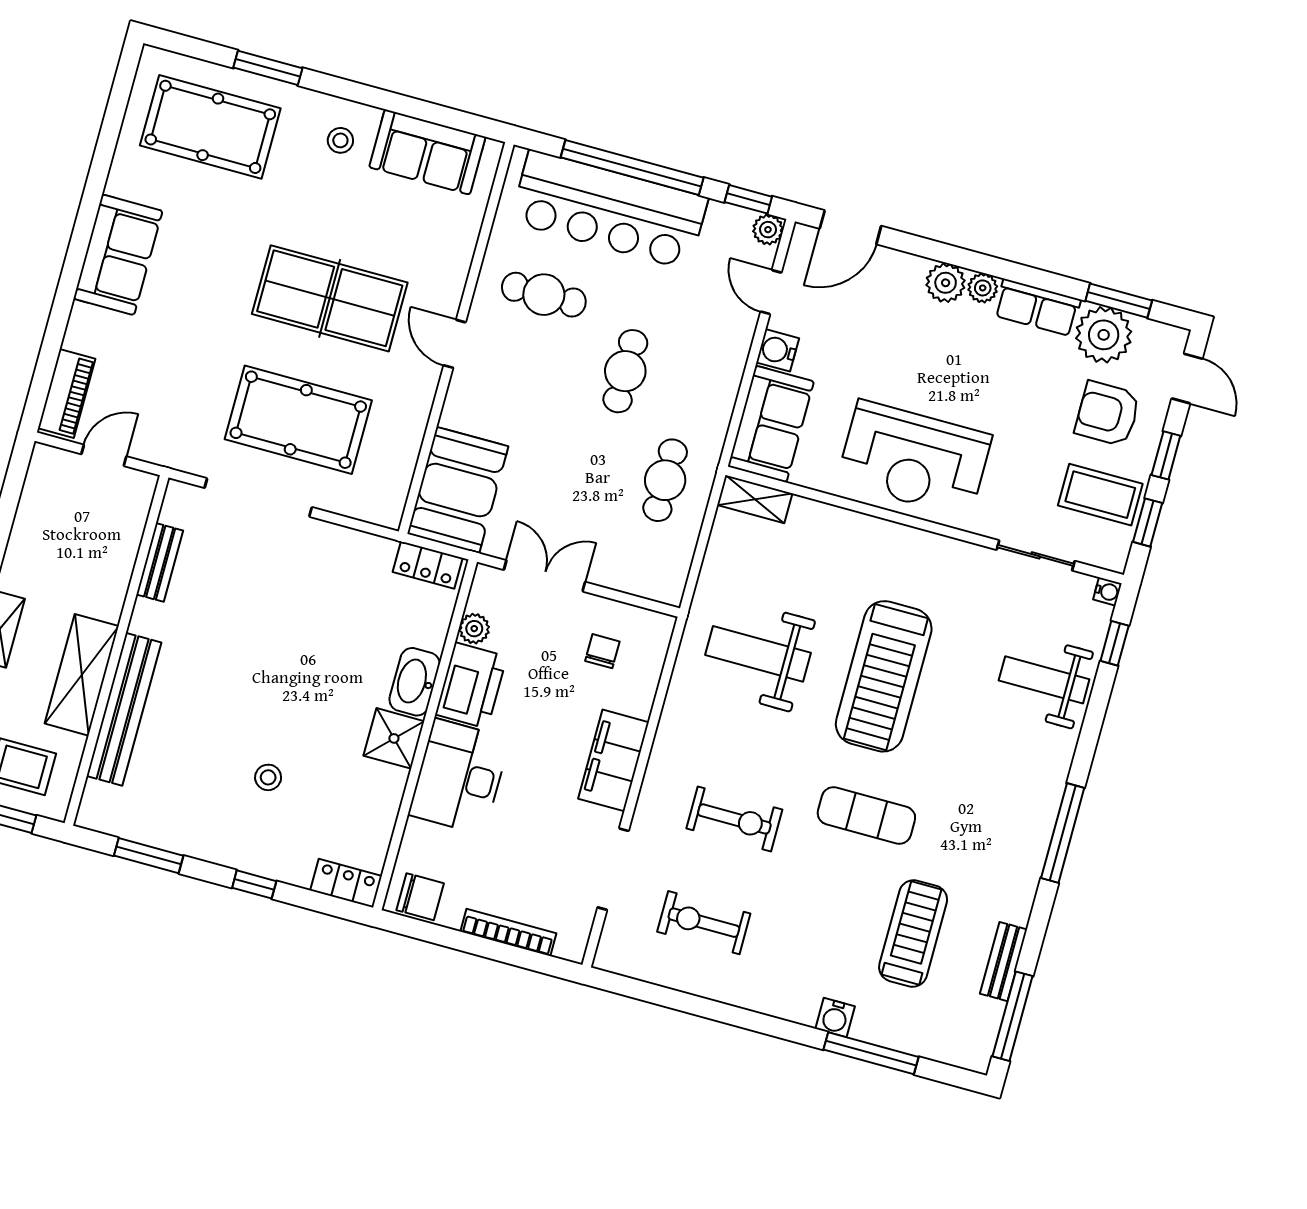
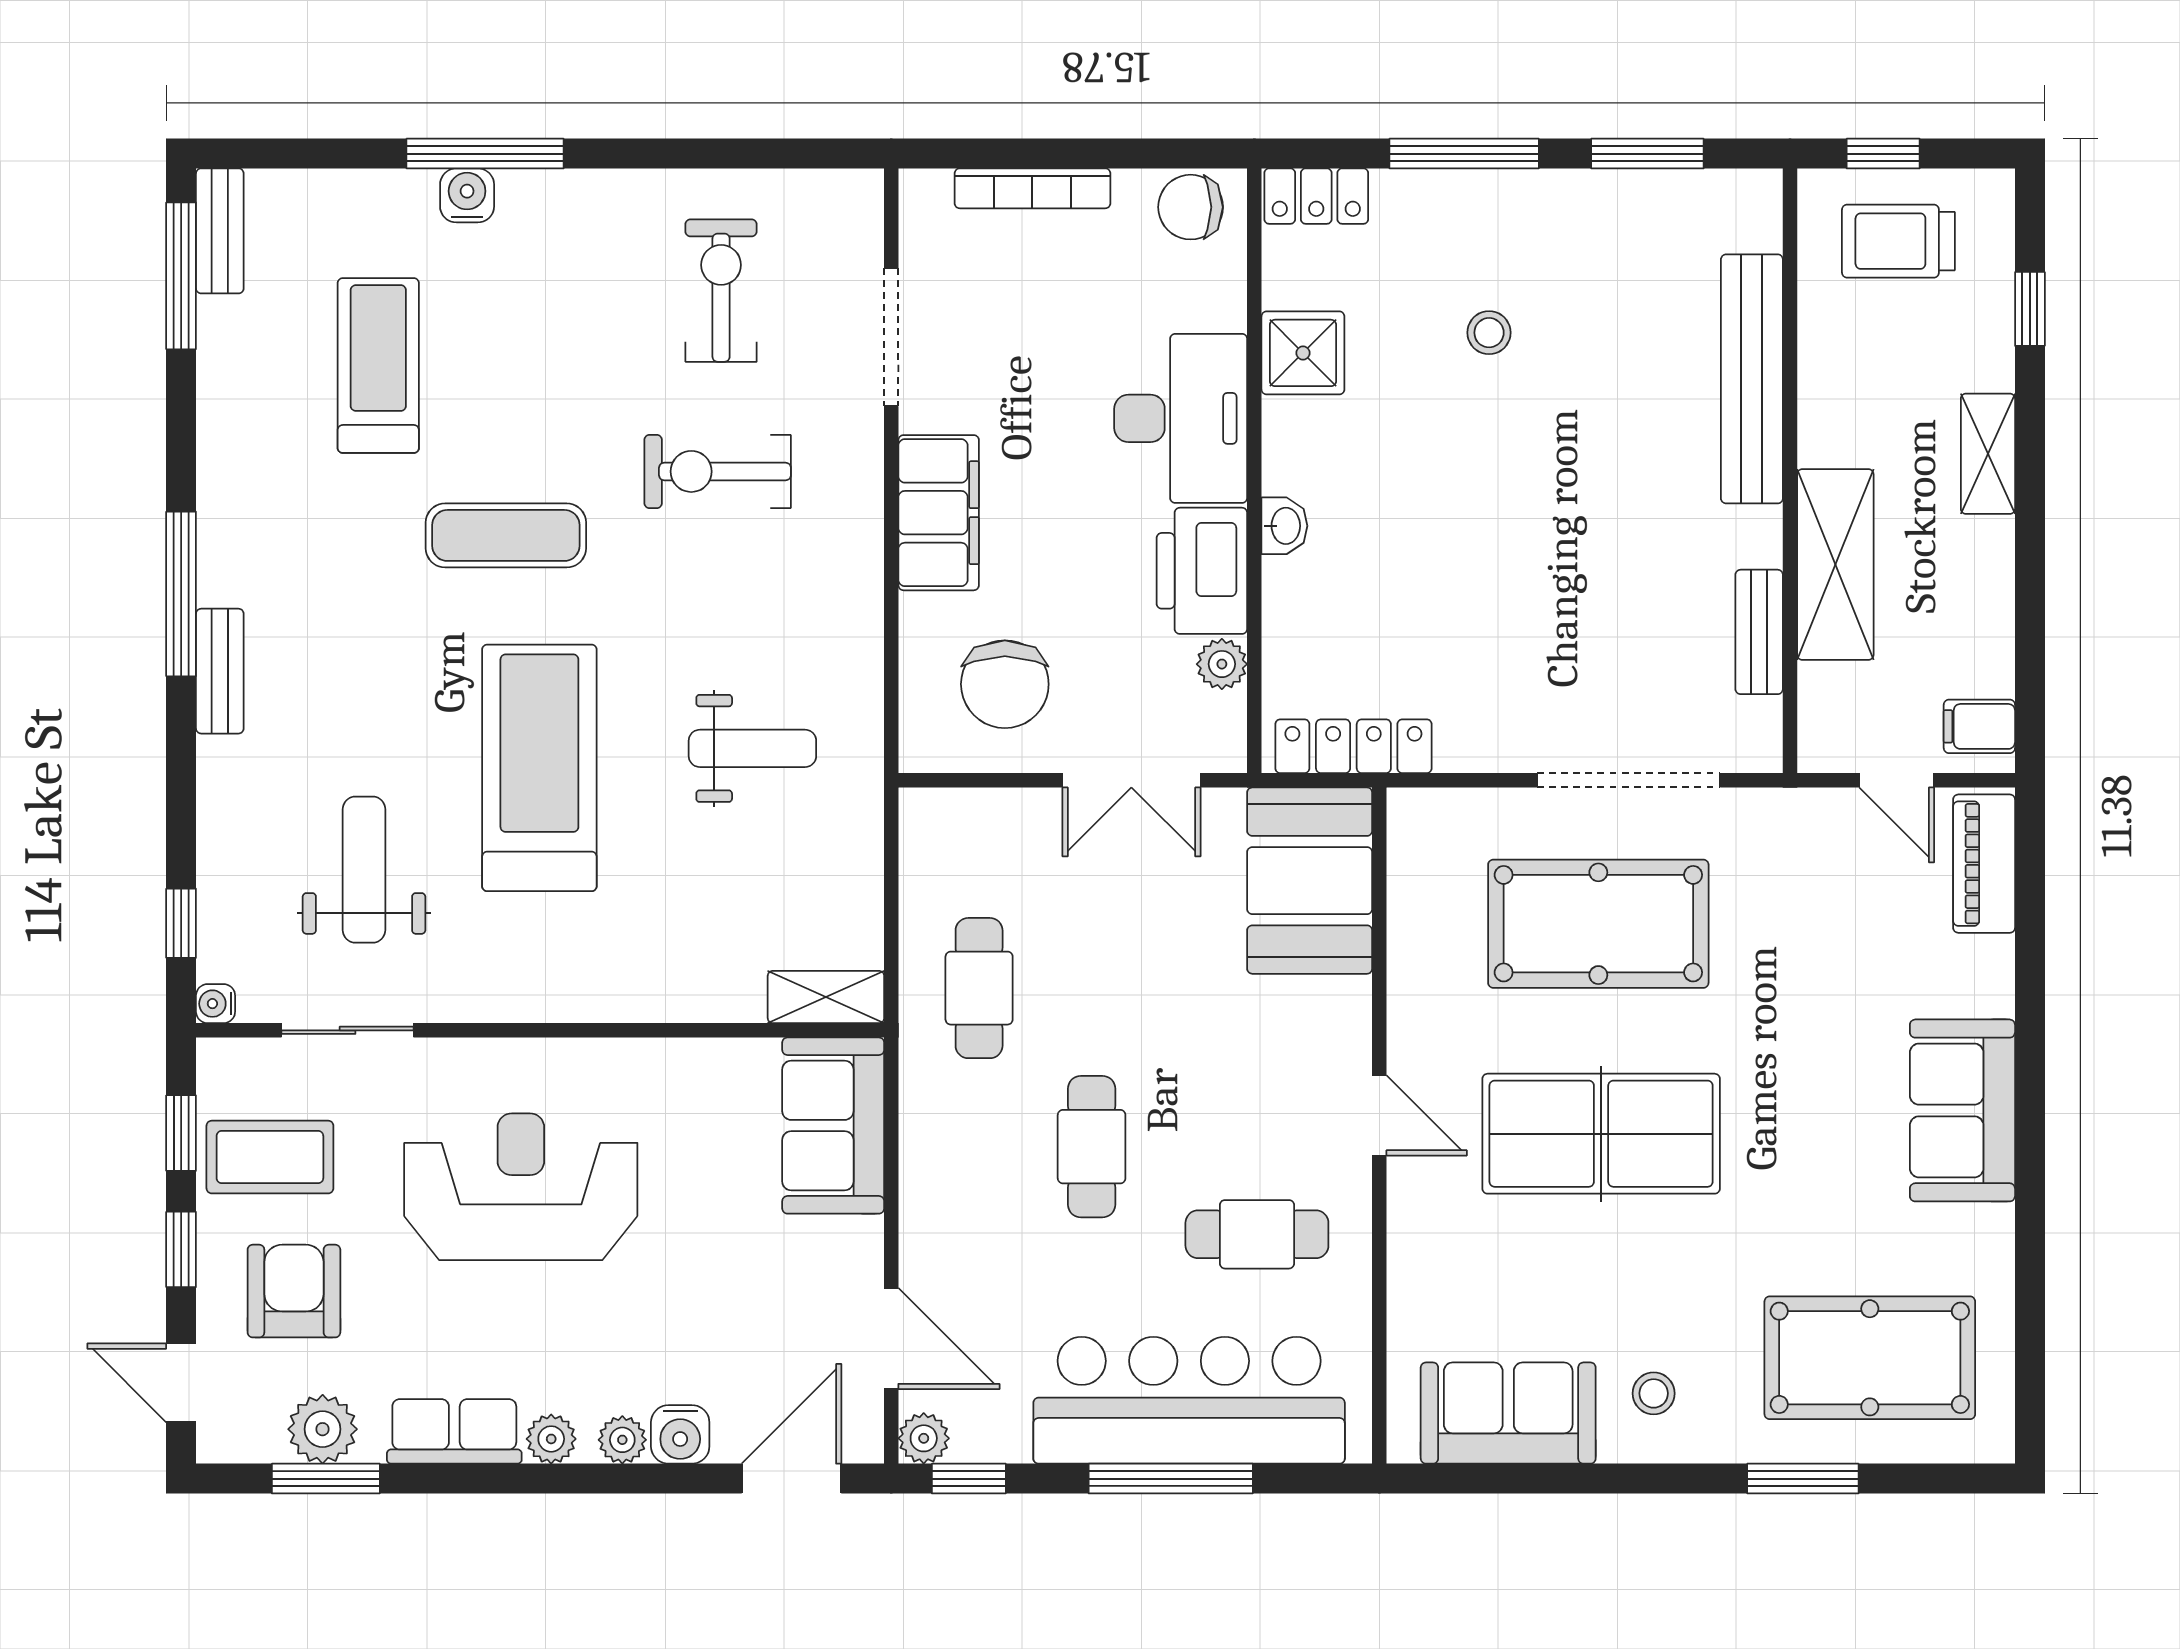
window: (632, 167) -> (1171, 1479), width x0.68
plant: (946, 283) -> (622, 1440), width x0.73, depth x0.73
door: (771, 292) -> (891, 1339), width x1.38
plant: (1104, 335) -> (323, 1429), width x0.73, depth x0.73
water cooler: (778, 350) -> (680, 1434), moved, turned 90
armchair: (1108, 414) -> (294, 1291), turned -90
door: (104, 455) -> (1897, 780), hinge flipped
reception desk: (914, 459) -> (521, 1187), moved
filing cabinet: (48, 473) -> (1979, 726), added
locker: (428, 565) -> (1353, 746), width x1.53
chair: (602, 651) -> (1005, 684), width x1.87, depth x1.87
weight bench: (758, 654) -> (752, 748), width x0.73, depth x0.75
shelving: (82, 675) -> (1835, 565), moved
weight bench: (1044, 680) -> (364, 870), moved, turned -90
washbasin: (415, 682) -> (1284, 526), width x0.52, depth x0.69
shower: (394, 738) -> (1303, 353), moved
bench: (1053, 782) -> (220, 671), added
window: (254, 884) -> (1464, 154), width x2.17
exercise bike: (704, 923) -> (721, 291), turned -90
treadmill: (913, 933) -> (378, 366), turned 180
bench: (1004, 962) -> (220, 231), moved
window: (871, 1053) -> (485, 154), moved

